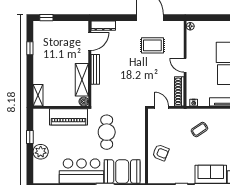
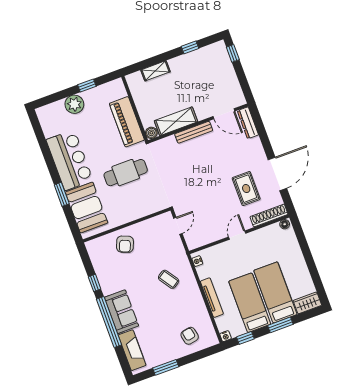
shoe rack: (179, 91) -> (269, 215), moved
shelving: (38, 95) -> (155, 71), moved

